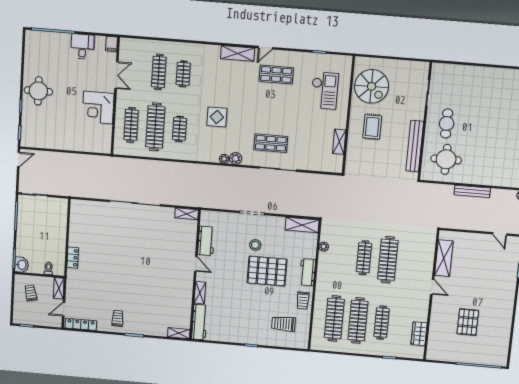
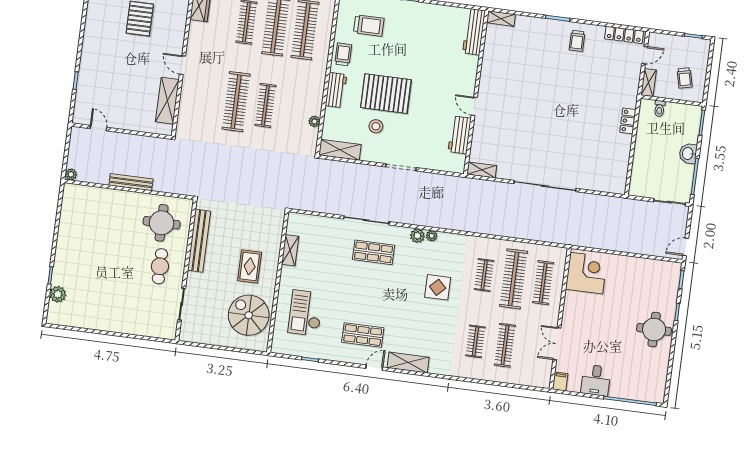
corner desk: (98, 107) -> (586, 273), moved
stool: (255, 245) -> (376, 126), moved
washbasin: (22, 265) -> (688, 154), moved
shelving: (200, 293) -> (471, 70), removed

